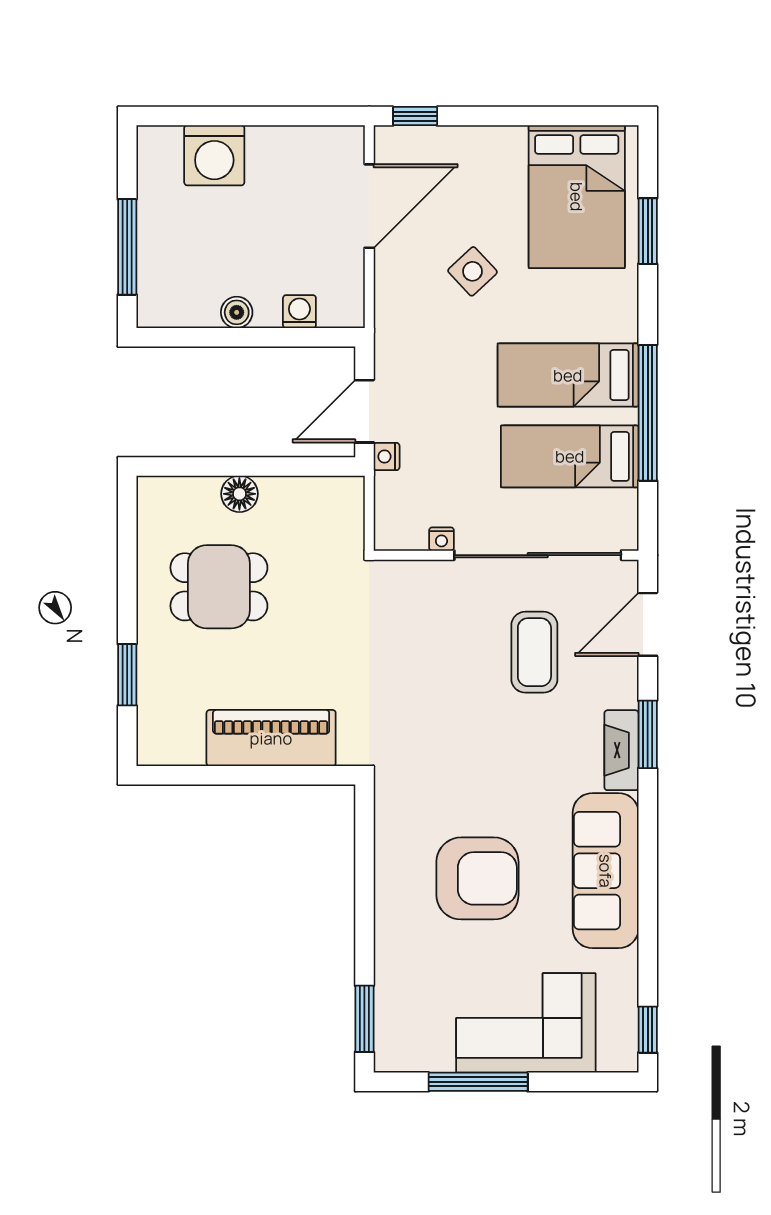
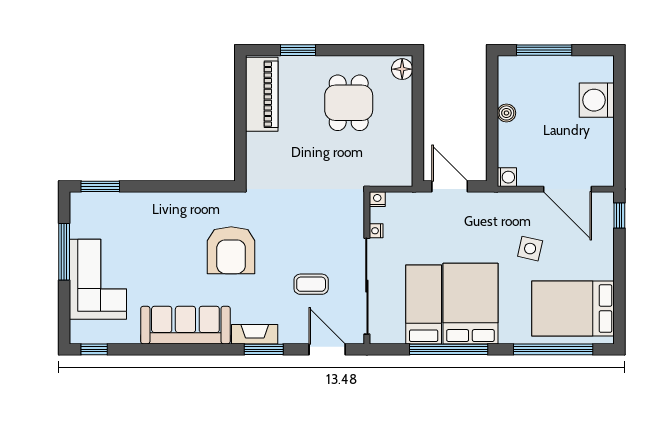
window: (648, 231) -> (553, 349), width x2.11
side table: (472, 271) -> (530, 249), turned -34
washing machine: (299, 312) -> (507, 177), moved
bed: (568, 375) -> (470, 304), width x1.50
nightstand: (387, 457) -> (377, 199), moved
floor lamp: (239, 494) -> (402, 69), moved
coffee table: (534, 652) -> (311, 284), width x0.73, depth x0.77
piano: (271, 738) -> (262, 94), moved
armchair: (477, 878) -> (231, 250), moved

